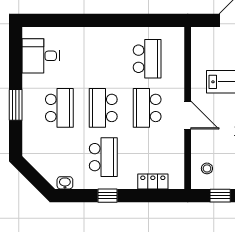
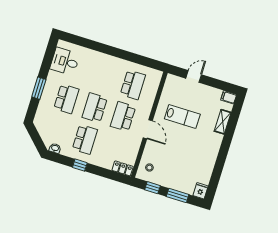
locker: (153, 182) -> (123, 168), moved

